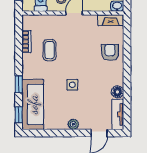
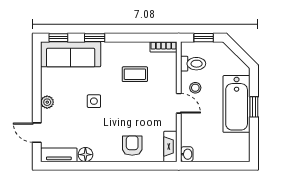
bookcase: (26, 42) -> (164, 47), moved
armchair: (110, 52) -> (132, 146), turned -90

